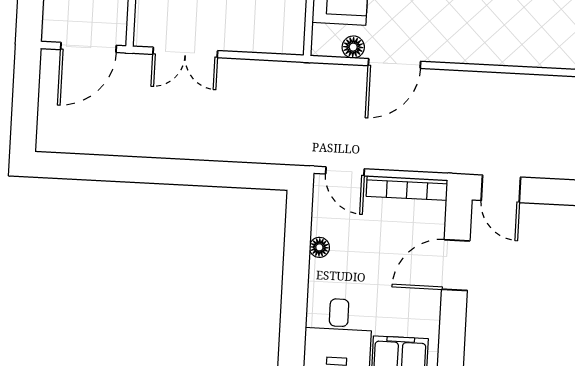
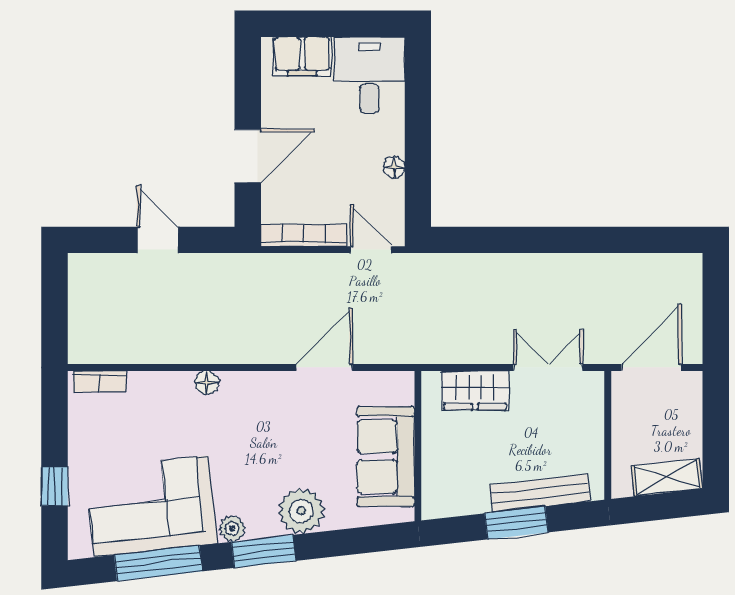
wardrobe: (255, 35) -> (475, 390), added
floor lamp: (353, 47) -> (207, 383), moved
door: (501, 189) -> (158, 240), moved

